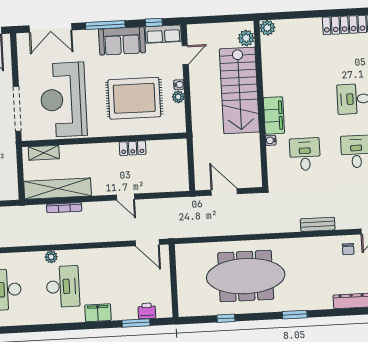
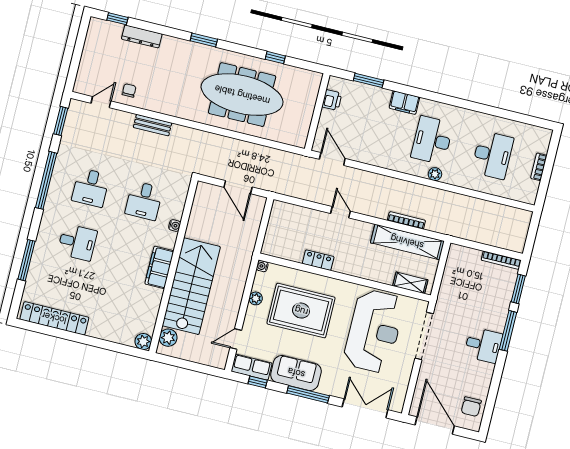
water cooler: (179, 85) -> (262, 266), moved
filing cabinet: (274, 115) -> (159, 267), moved
printer: (147, 311) -> (332, 100), moved, turned -90

